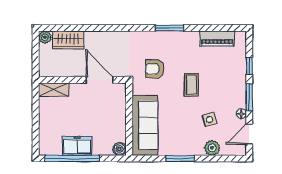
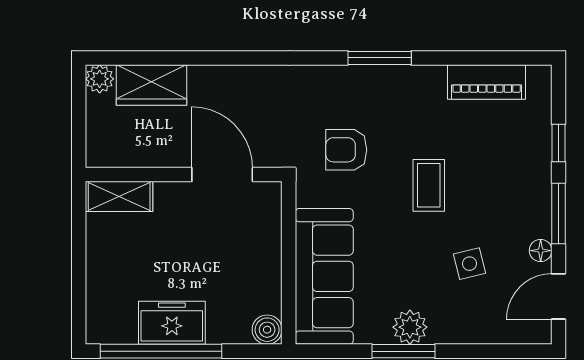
plant: (212, 148) -> (410, 327), moved

